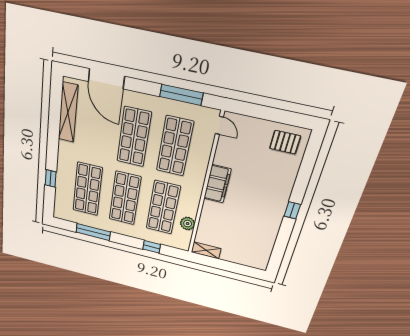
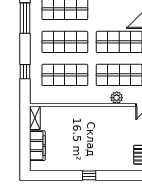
filing cabinet: (217, 184) -> (37, 146), moved, turned -90
plant: (188, 224) -> (117, 98), moved

